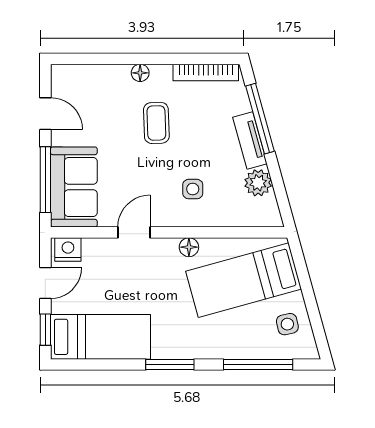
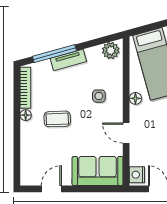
floor lamp: (140, 73) -> (26, 115), moved
window: (45, 180) -> (93, 189), removed
plant: (258, 183) -> (111, 50), moved

